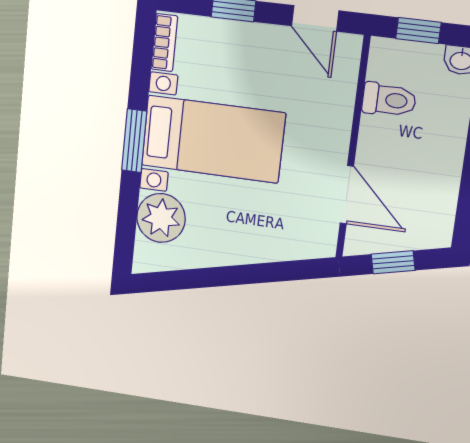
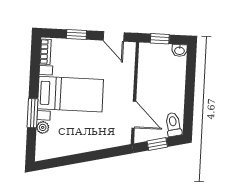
toilet: (389, 100) -> (173, 124), moved, turned -103
window: (134, 141) -> (33, 113), moved
plant: (161, 218) -> (43, 127), width x0.53, depth x0.53

